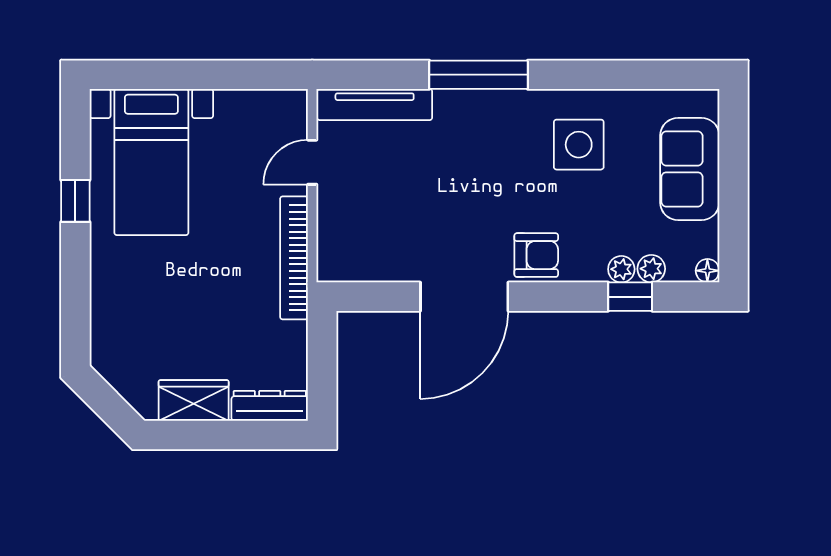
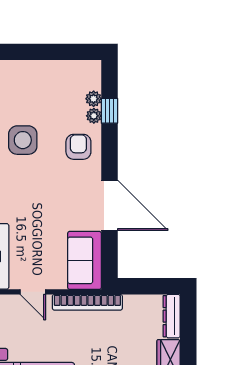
sofa: (690, 169) -> (85, 260), moved, turned 90
armchair: (536, 255) -> (78, 147), moved
floor lamp: (707, 271) -> (95, 67), removed

